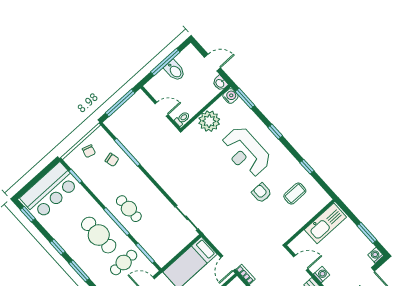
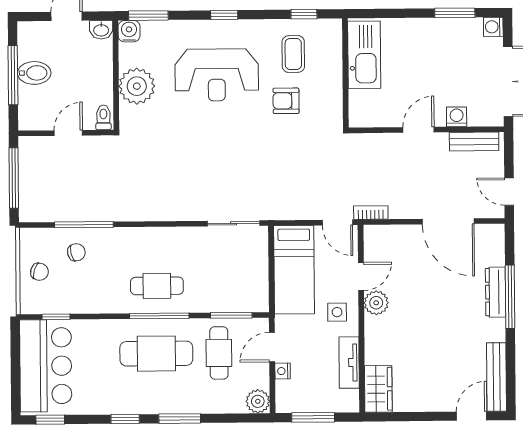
coffee table: (295, 194) -> (293, 54), moved
wall: (310, 222) -> (345, 73), moved
kitchen sink: (325, 223) -> (364, 55), moved

